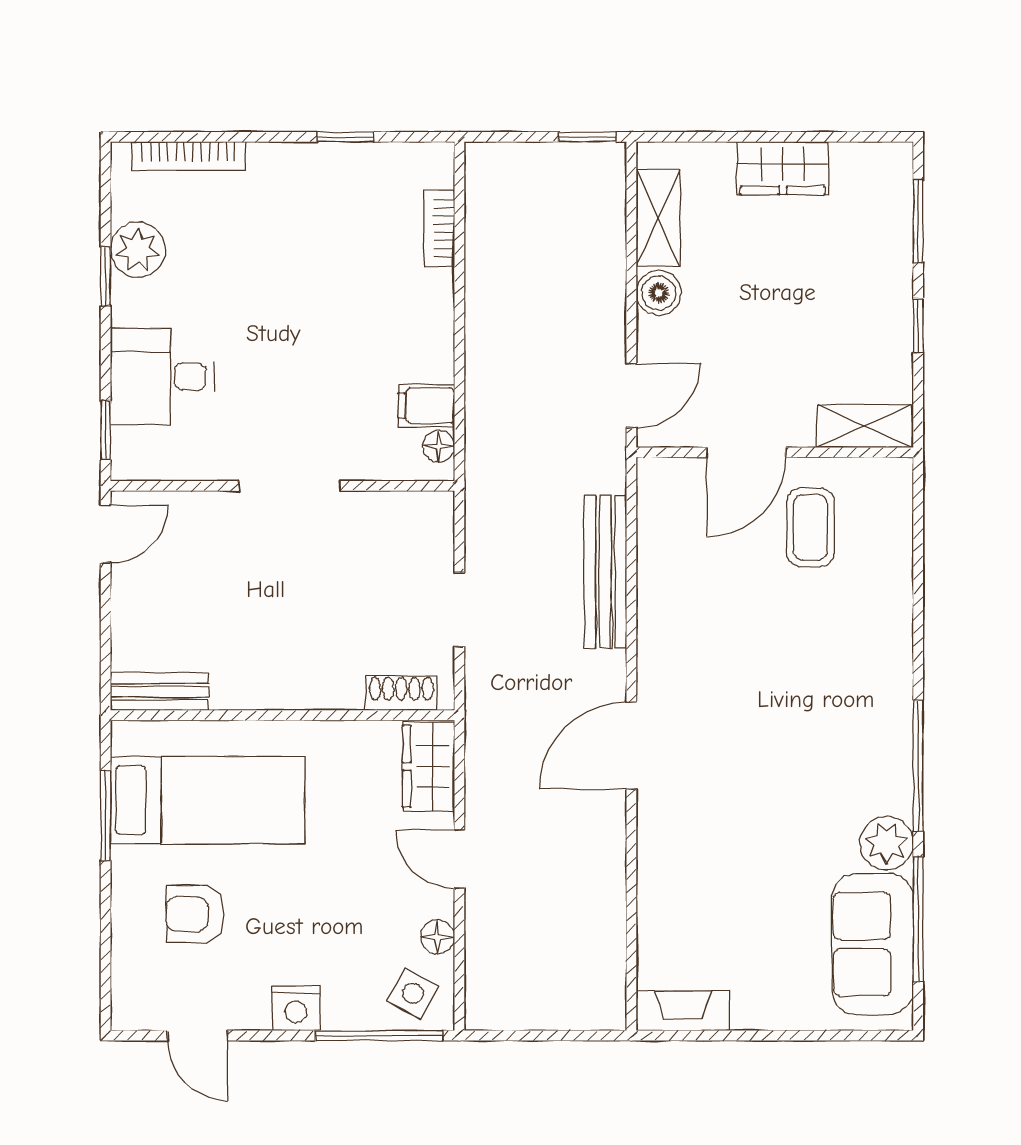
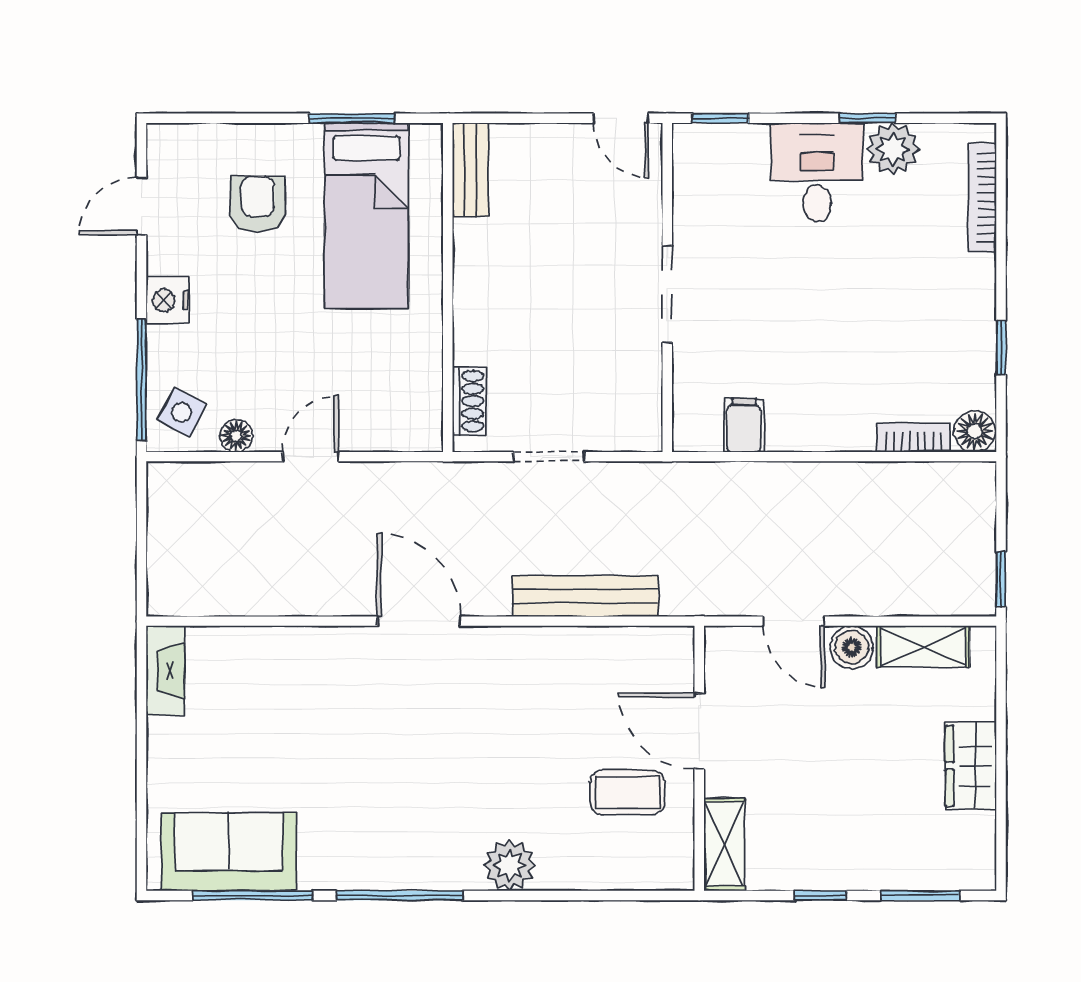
desk: (162, 376) -> (817, 172), moved
door: (631, 396) -> (794, 621), moved
floor lamp: (439, 446) -> (975, 431), moved, width x1.37, depth x1.37
wardrobe: (429, 766) -> (399, 427), removed
plant: (887, 843) -> (510, 865), moved

